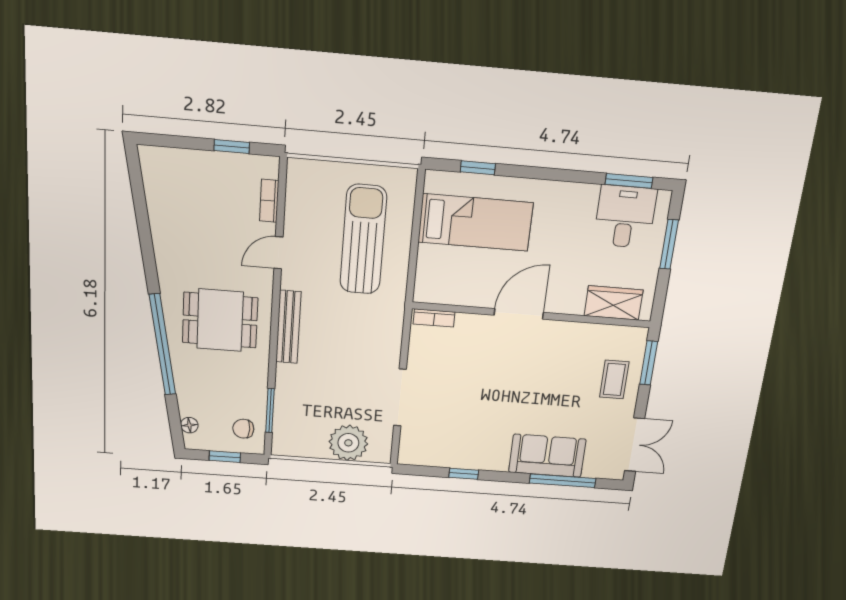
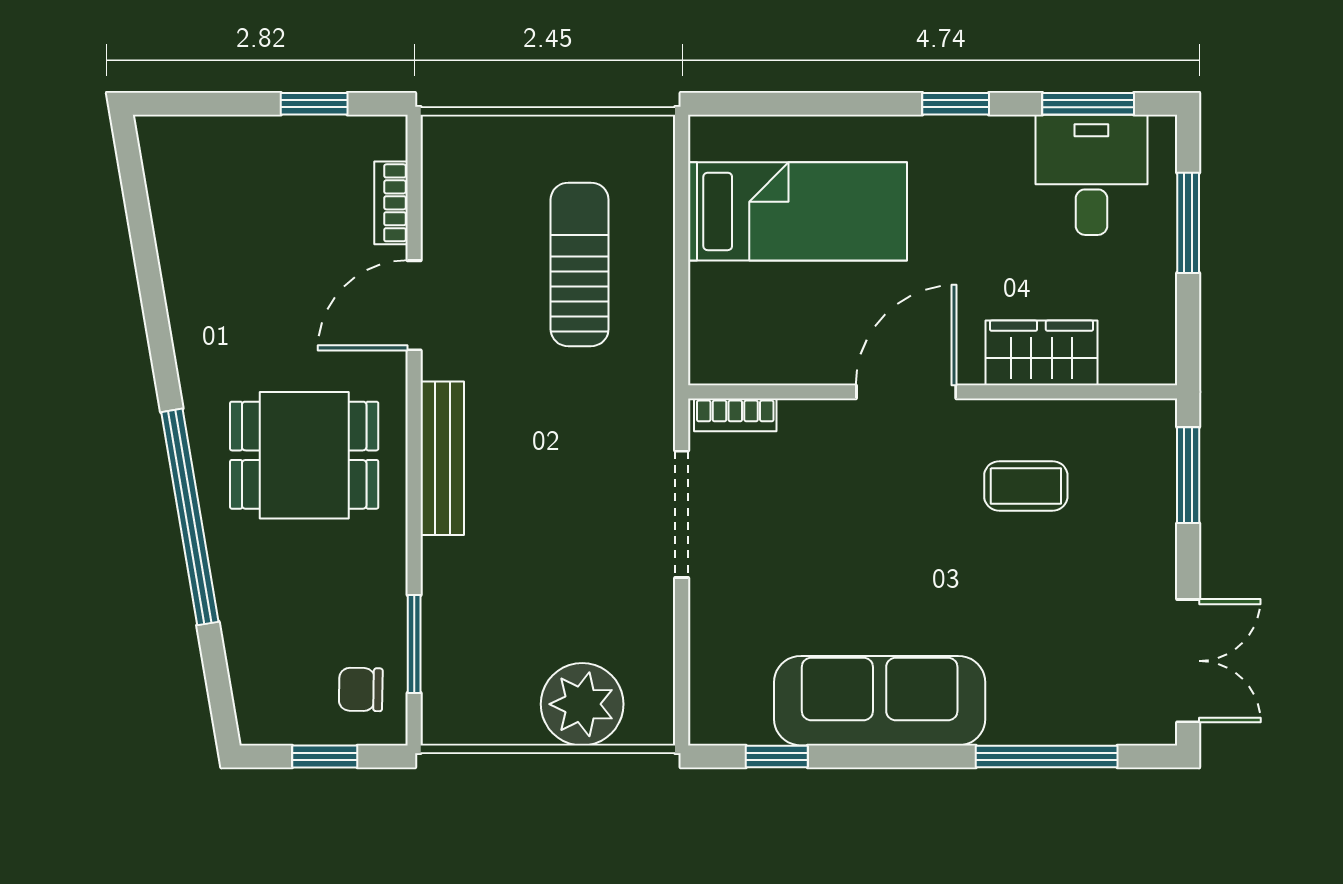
window: (478, 168) -> (956, 104), moved
sun lounger: (363, 240) -> (580, 264), width x0.73, depth x0.75
door: (278, 253) -> (414, 305), width x1.37
wardrobe: (614, 303) -> (1041, 353), moved
coffee table: (614, 379) -> (1026, 486), moved, turned 90
doorway: (400, 397) -> (682, 514), moved
floor lamp: (189, 425) -> (248, 690), removed
sofa: (547, 456) -> (880, 701), moved, width x1.36
window: (464, 474) -> (777, 756), moved

